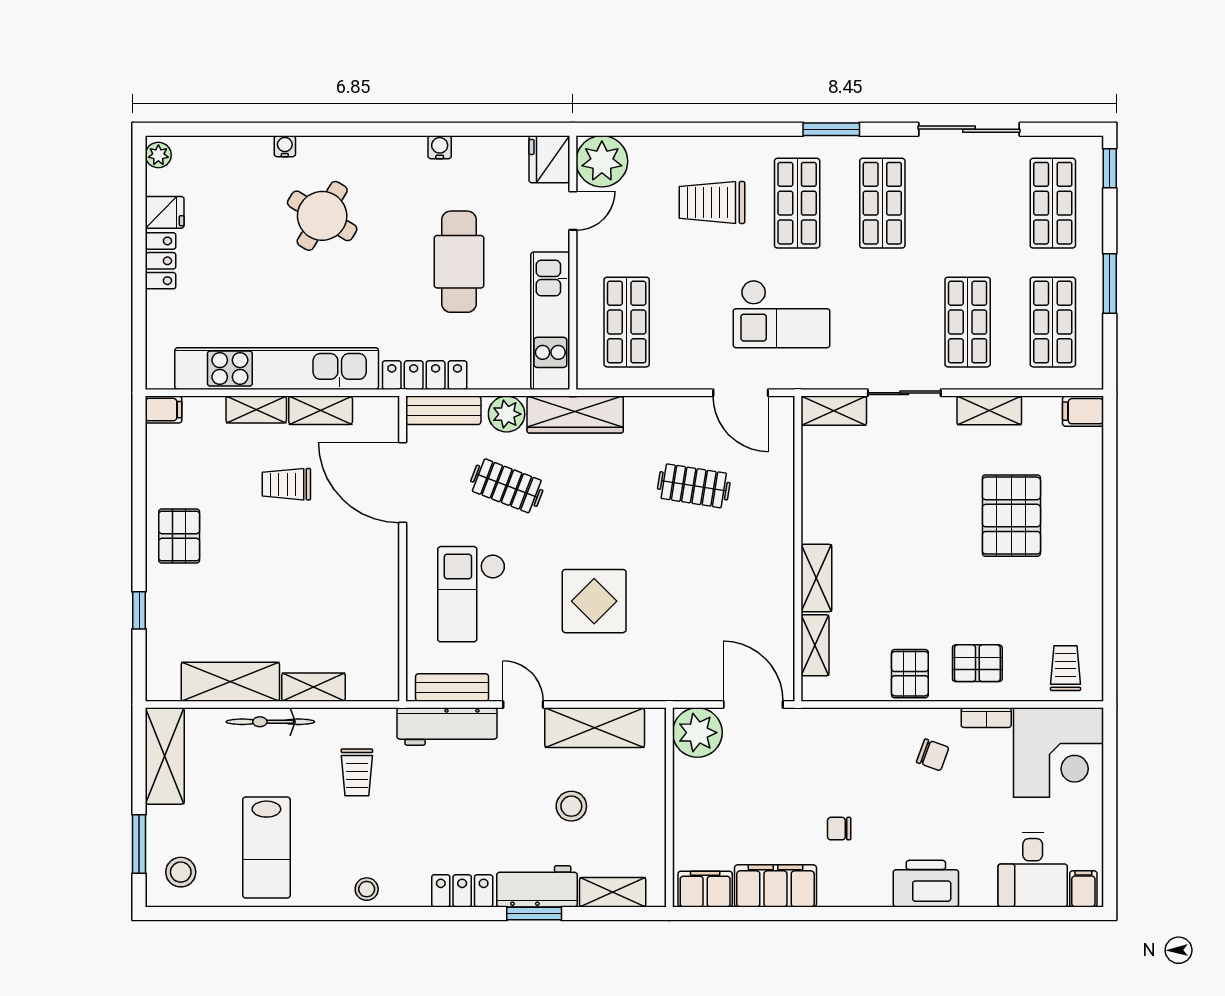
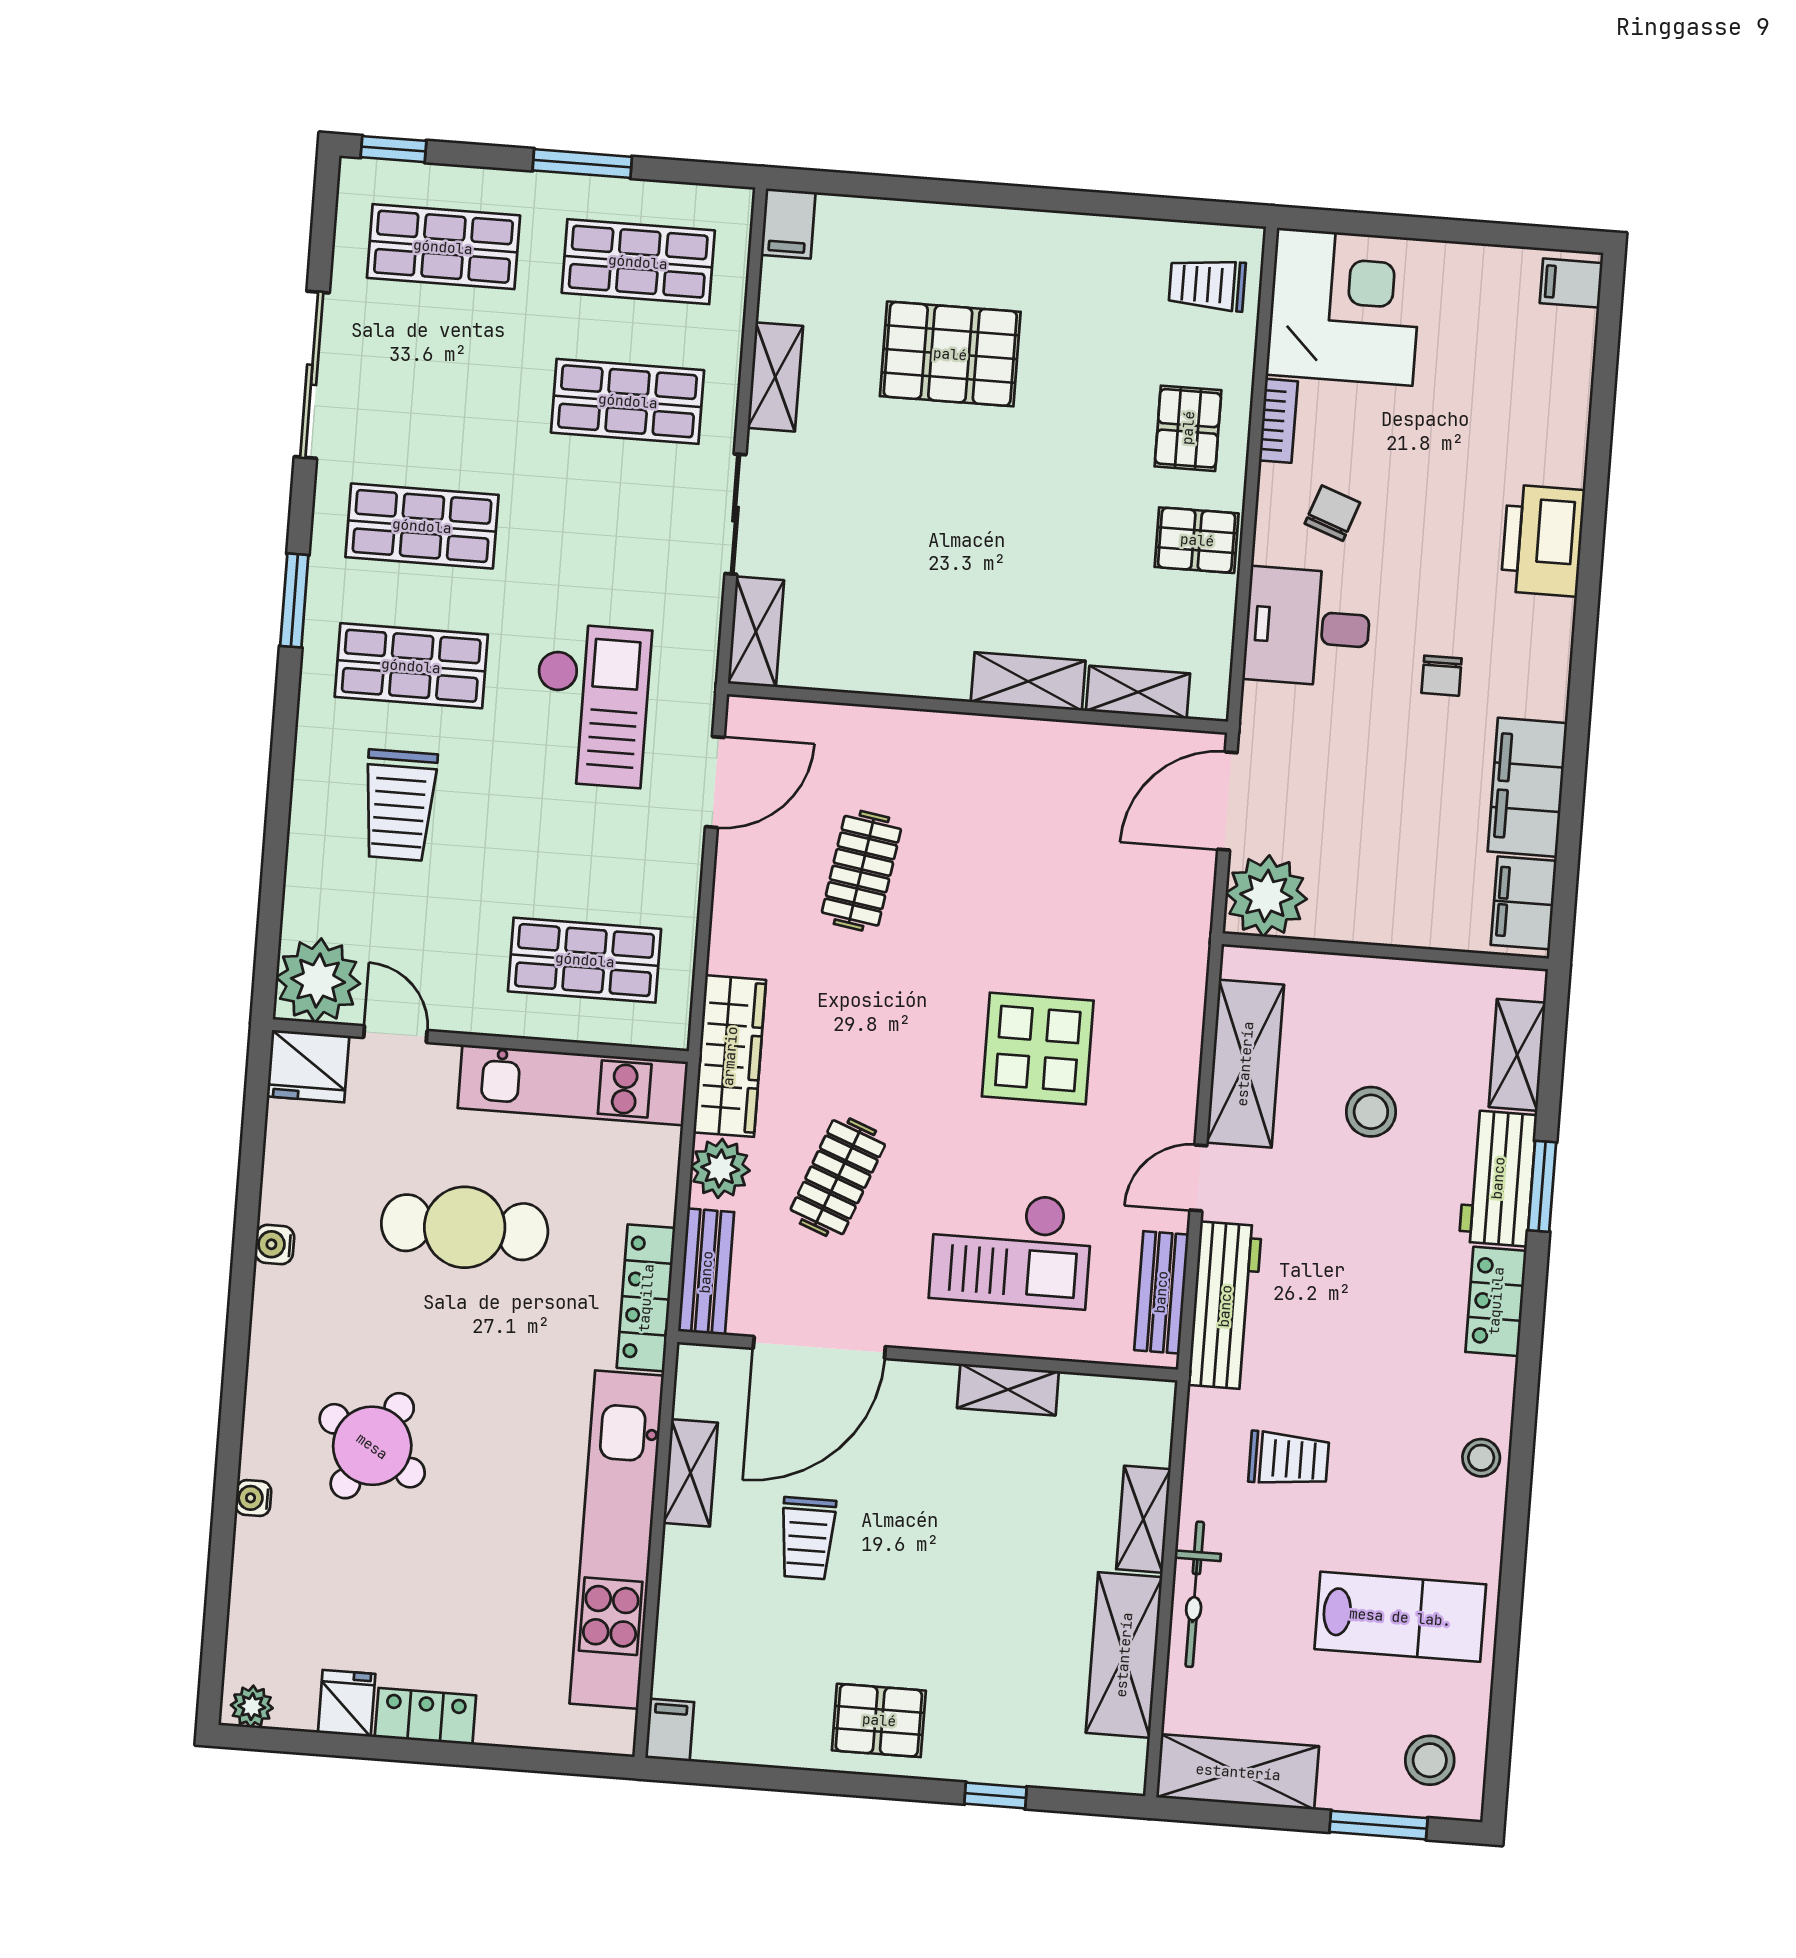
shelving: (256, 410) -> (1008, 1390), moved, turned 90
desk: (1033, 870) -> (1307, 627), moved, turned 180

